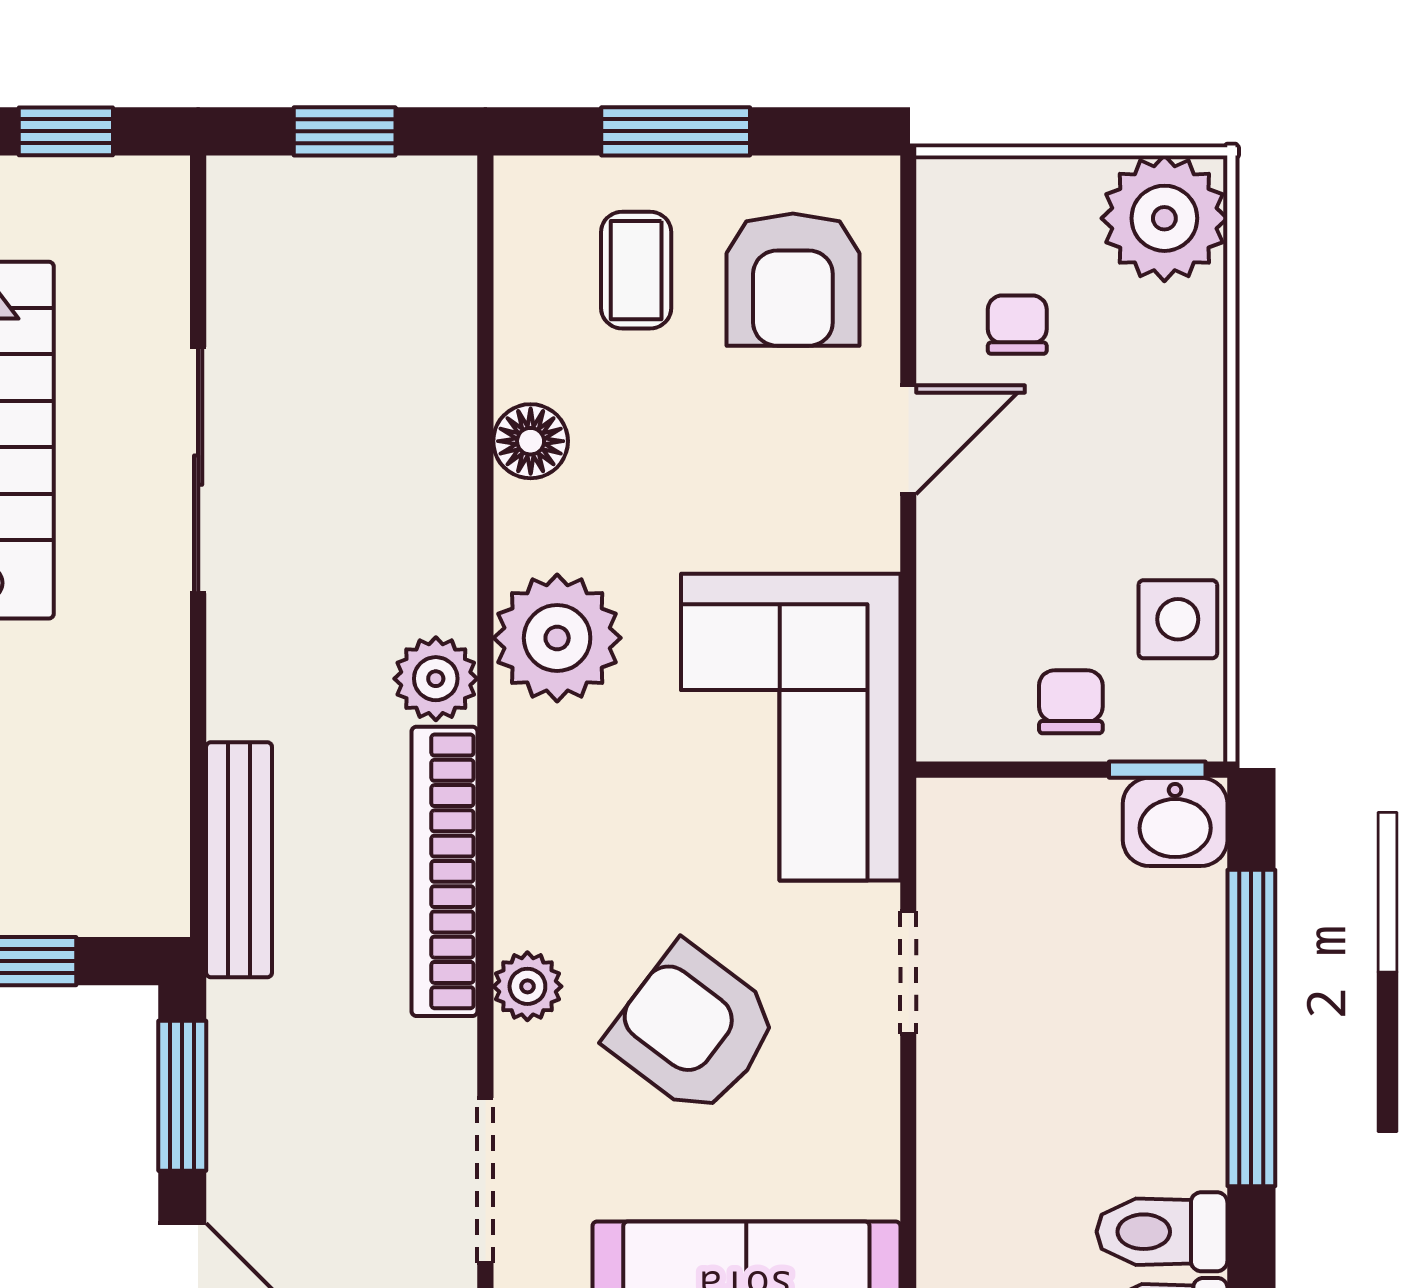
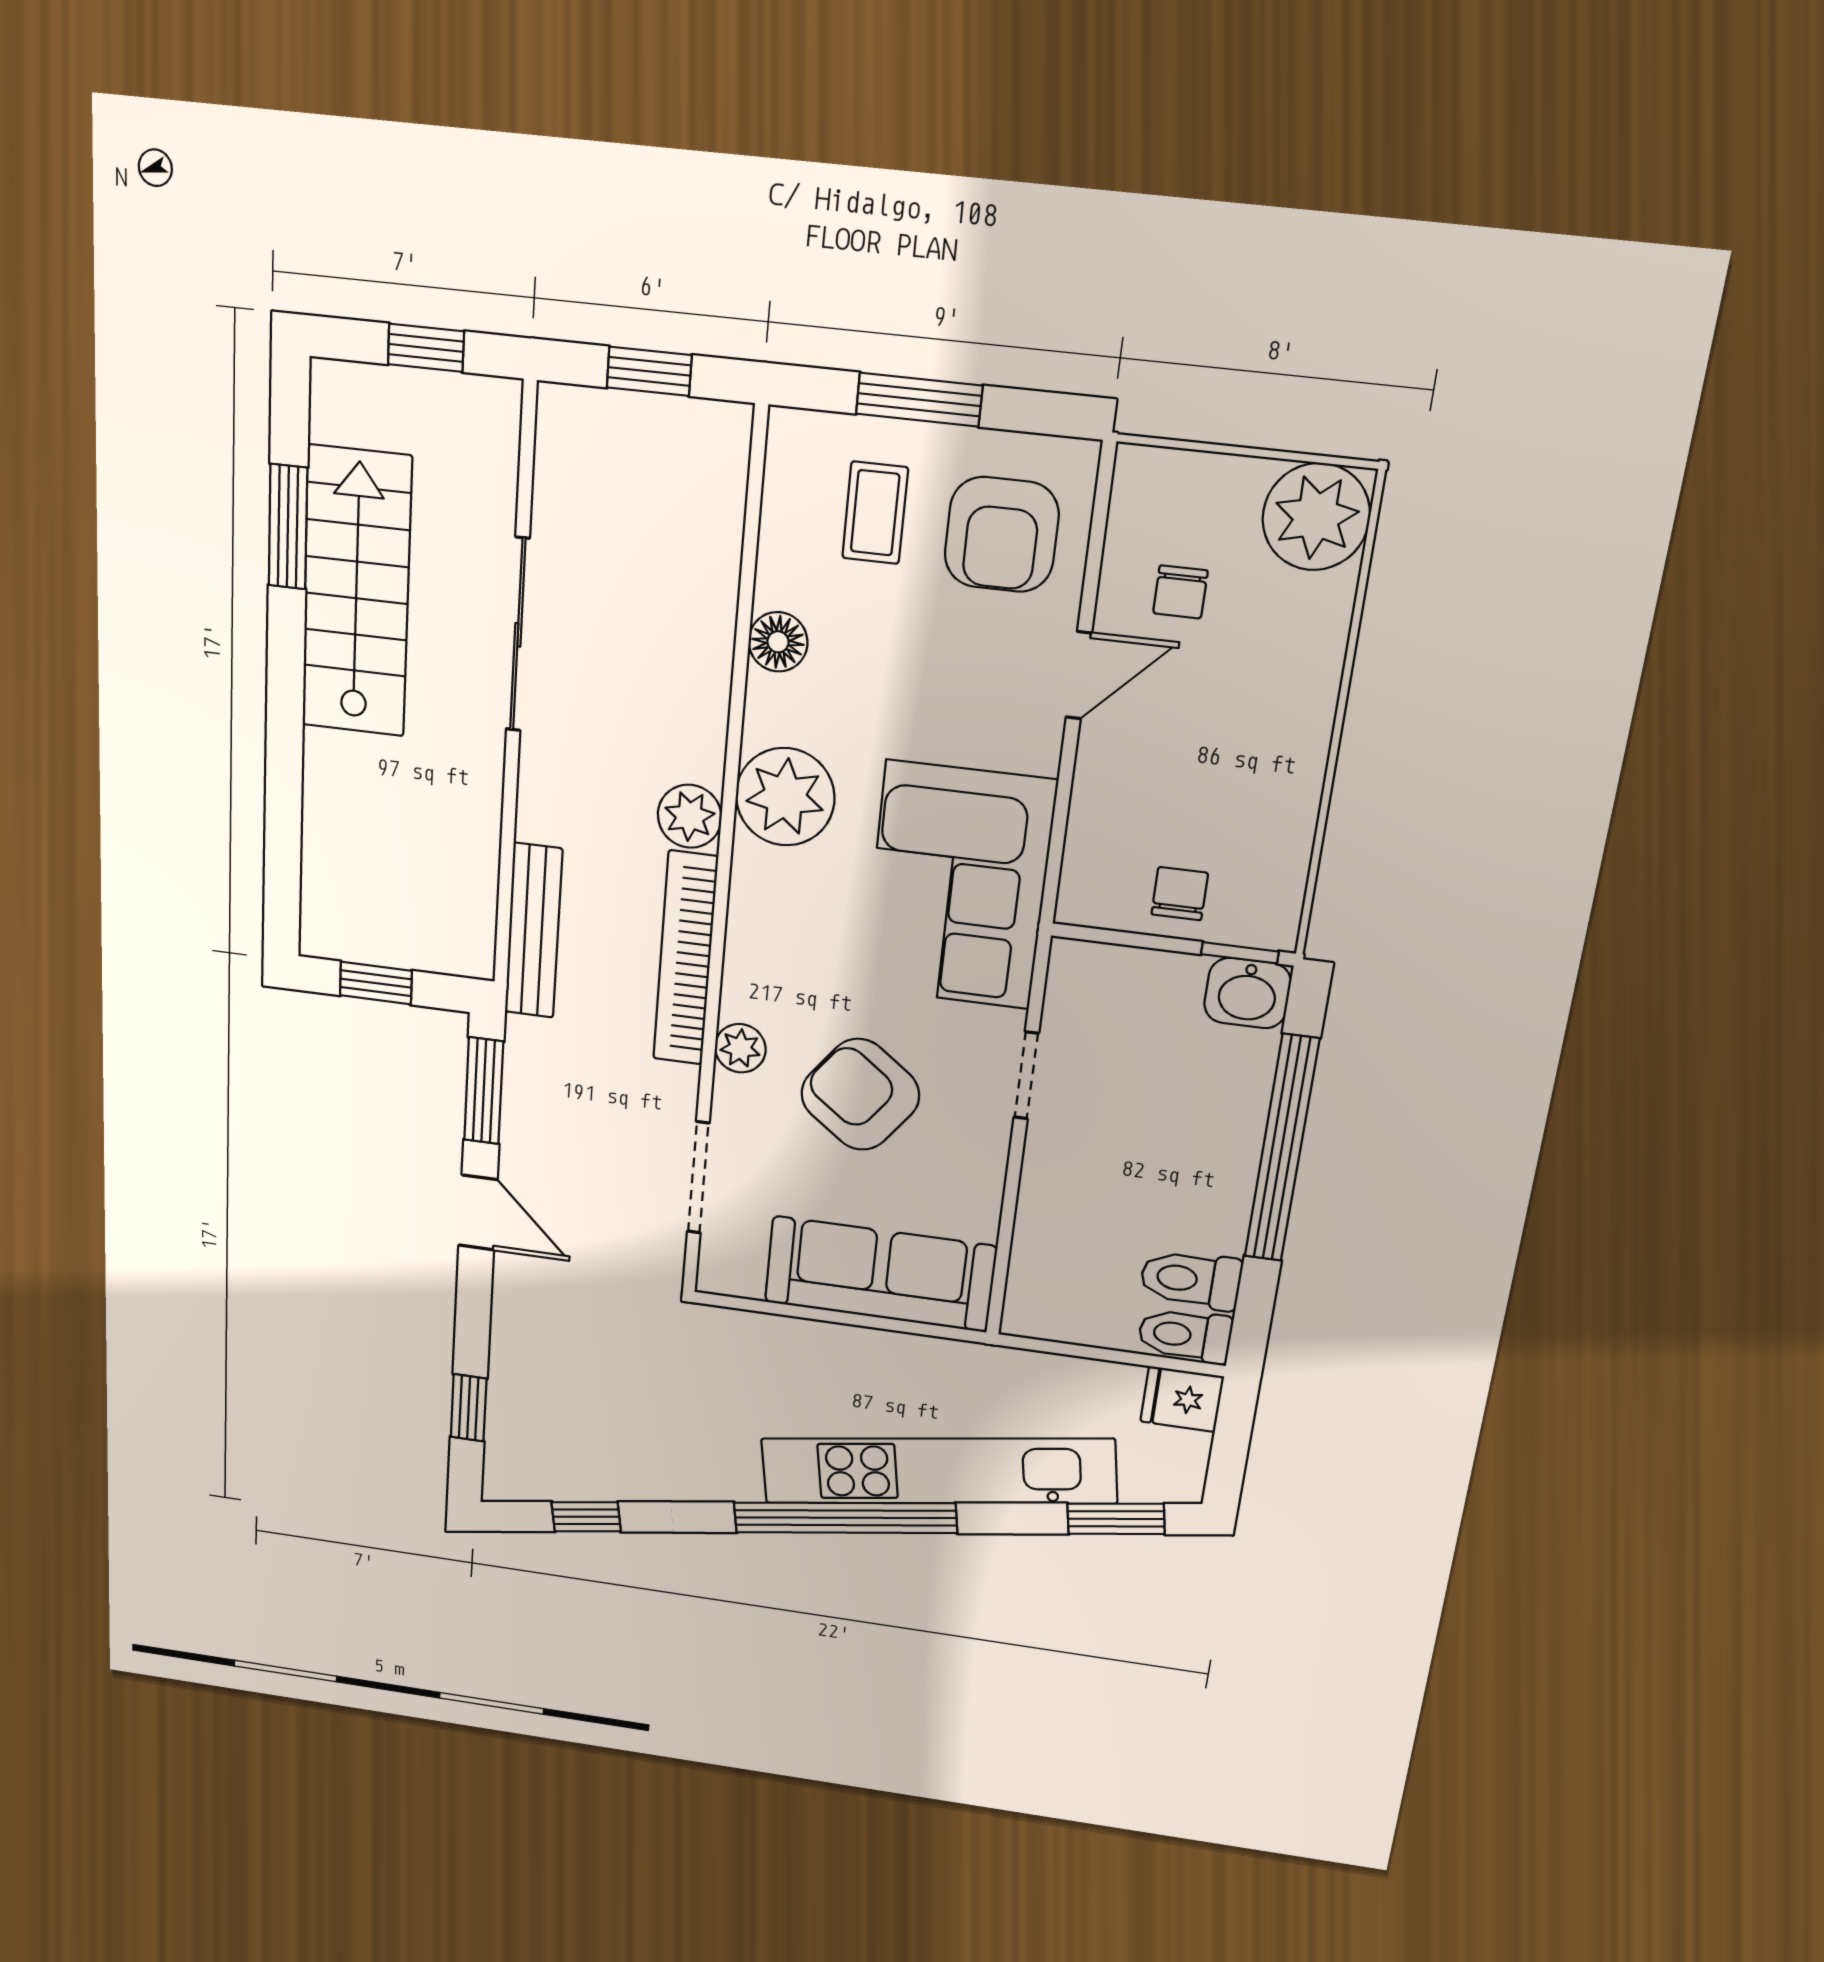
chair: (1017, 325) -> (1180, 592), turned 180
side table: (1178, 619) -> (1275, 841), removed

